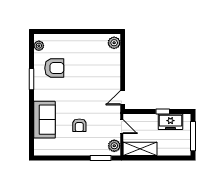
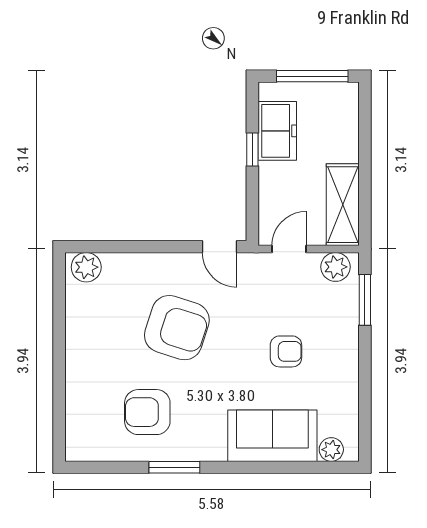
plant: (39, 46) -> (331, 450), moved
armchair: (54, 68) -> (147, 412), turned -90
armchair: (89, 80) -> (177, 328), added

